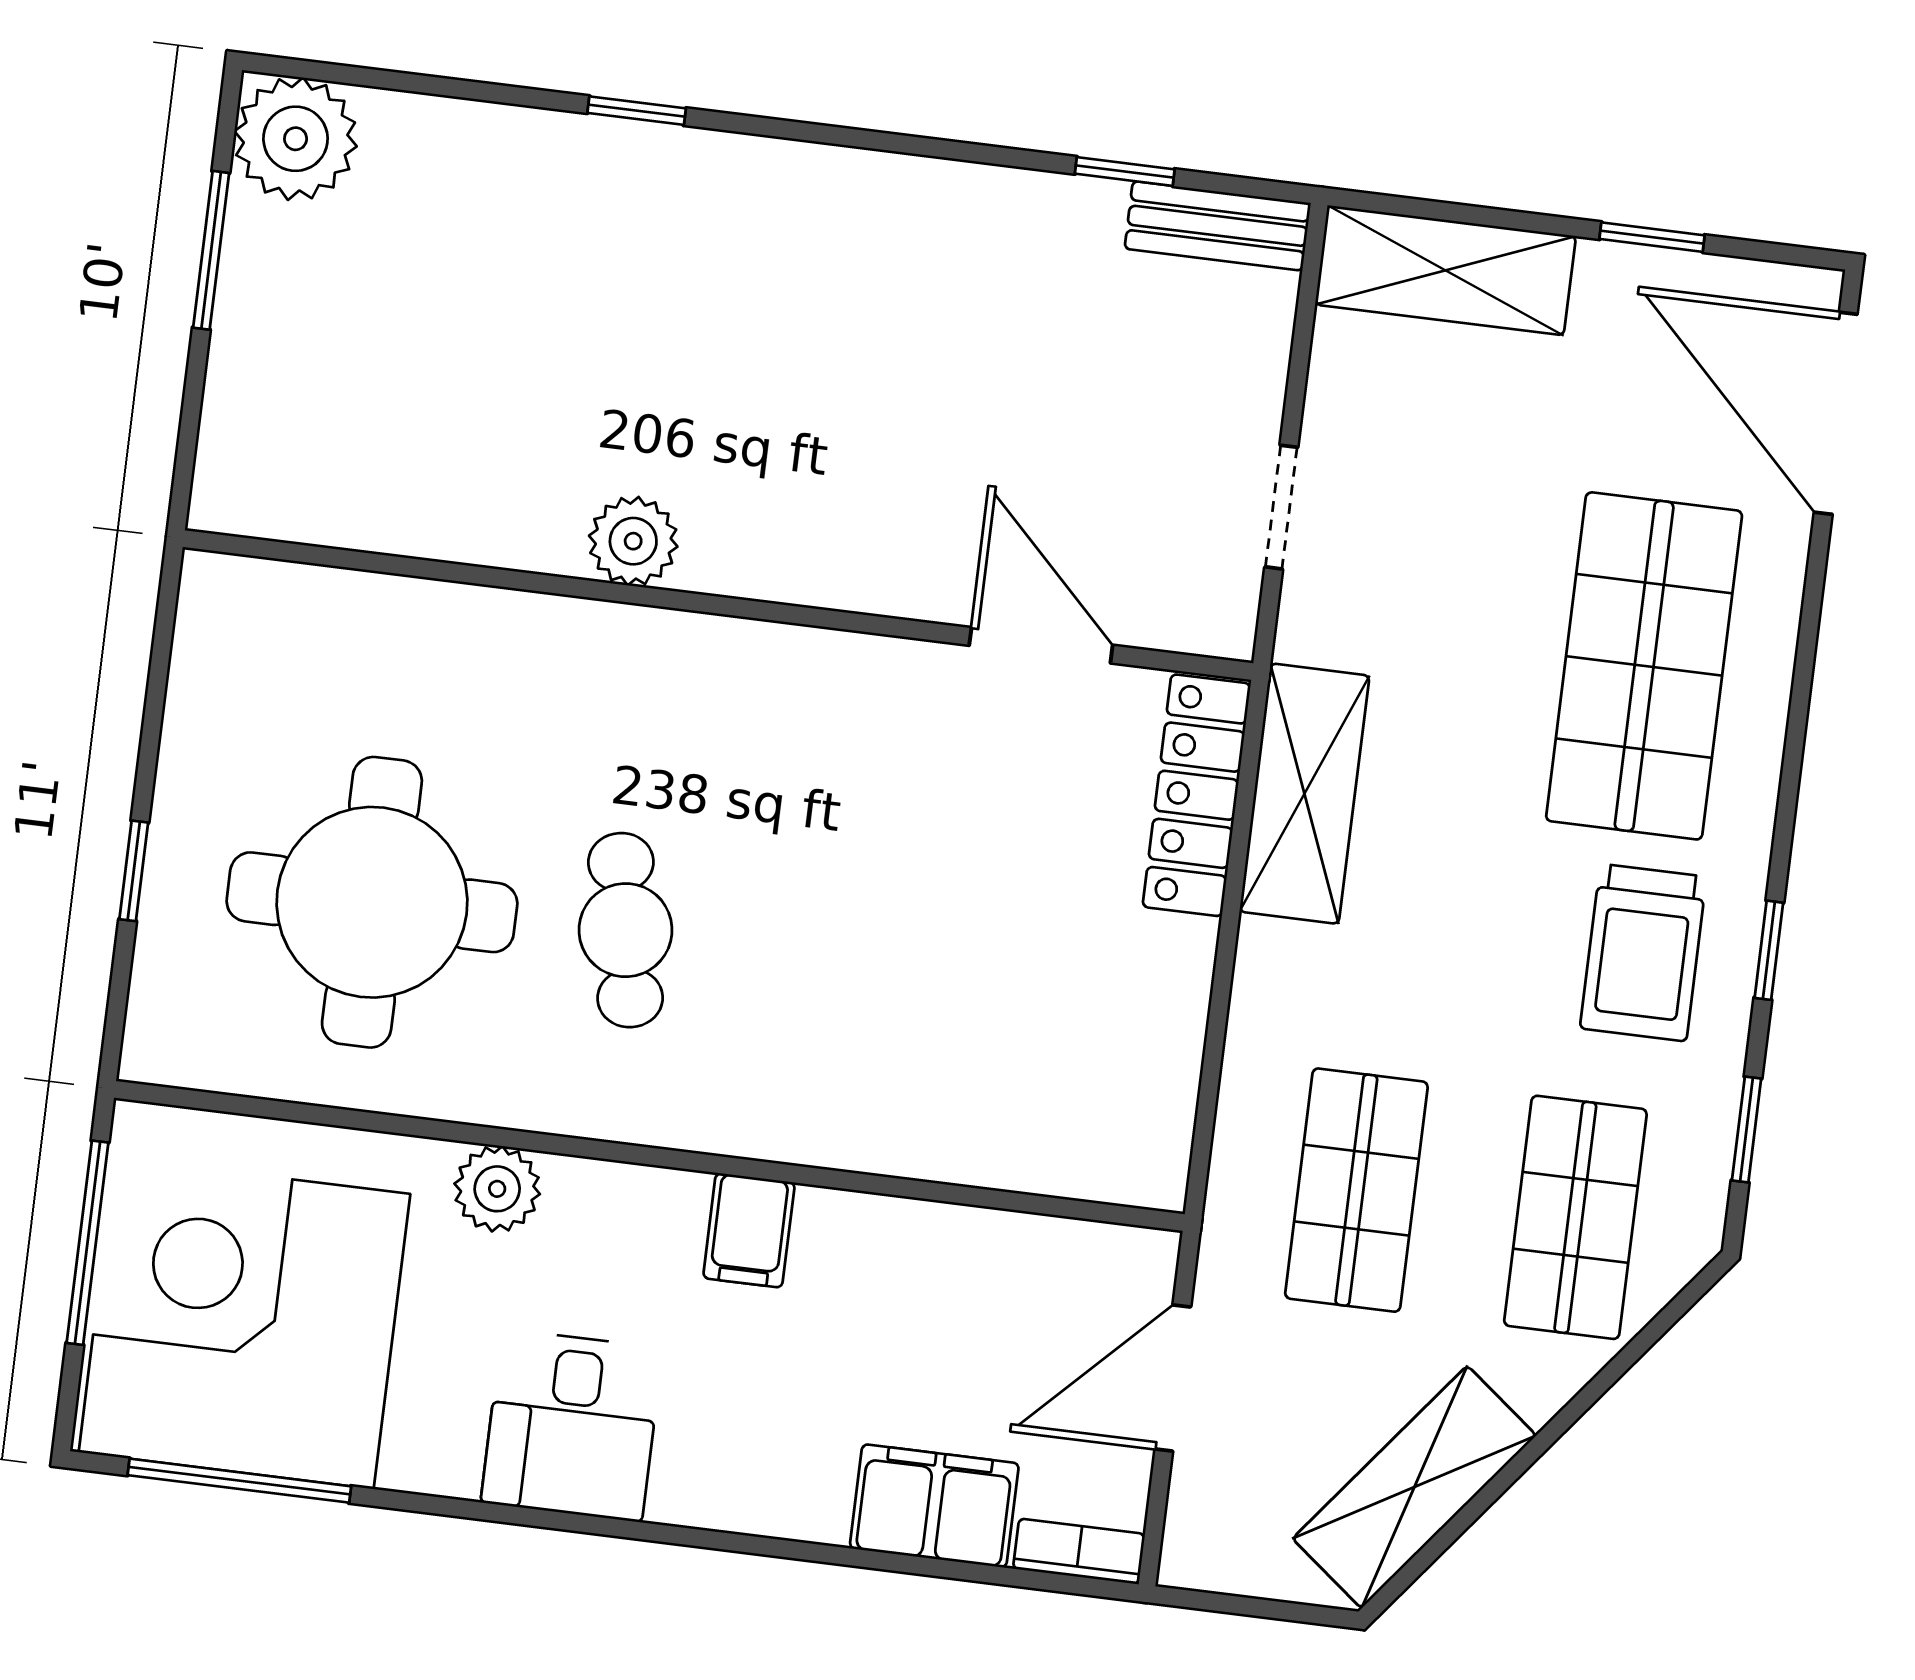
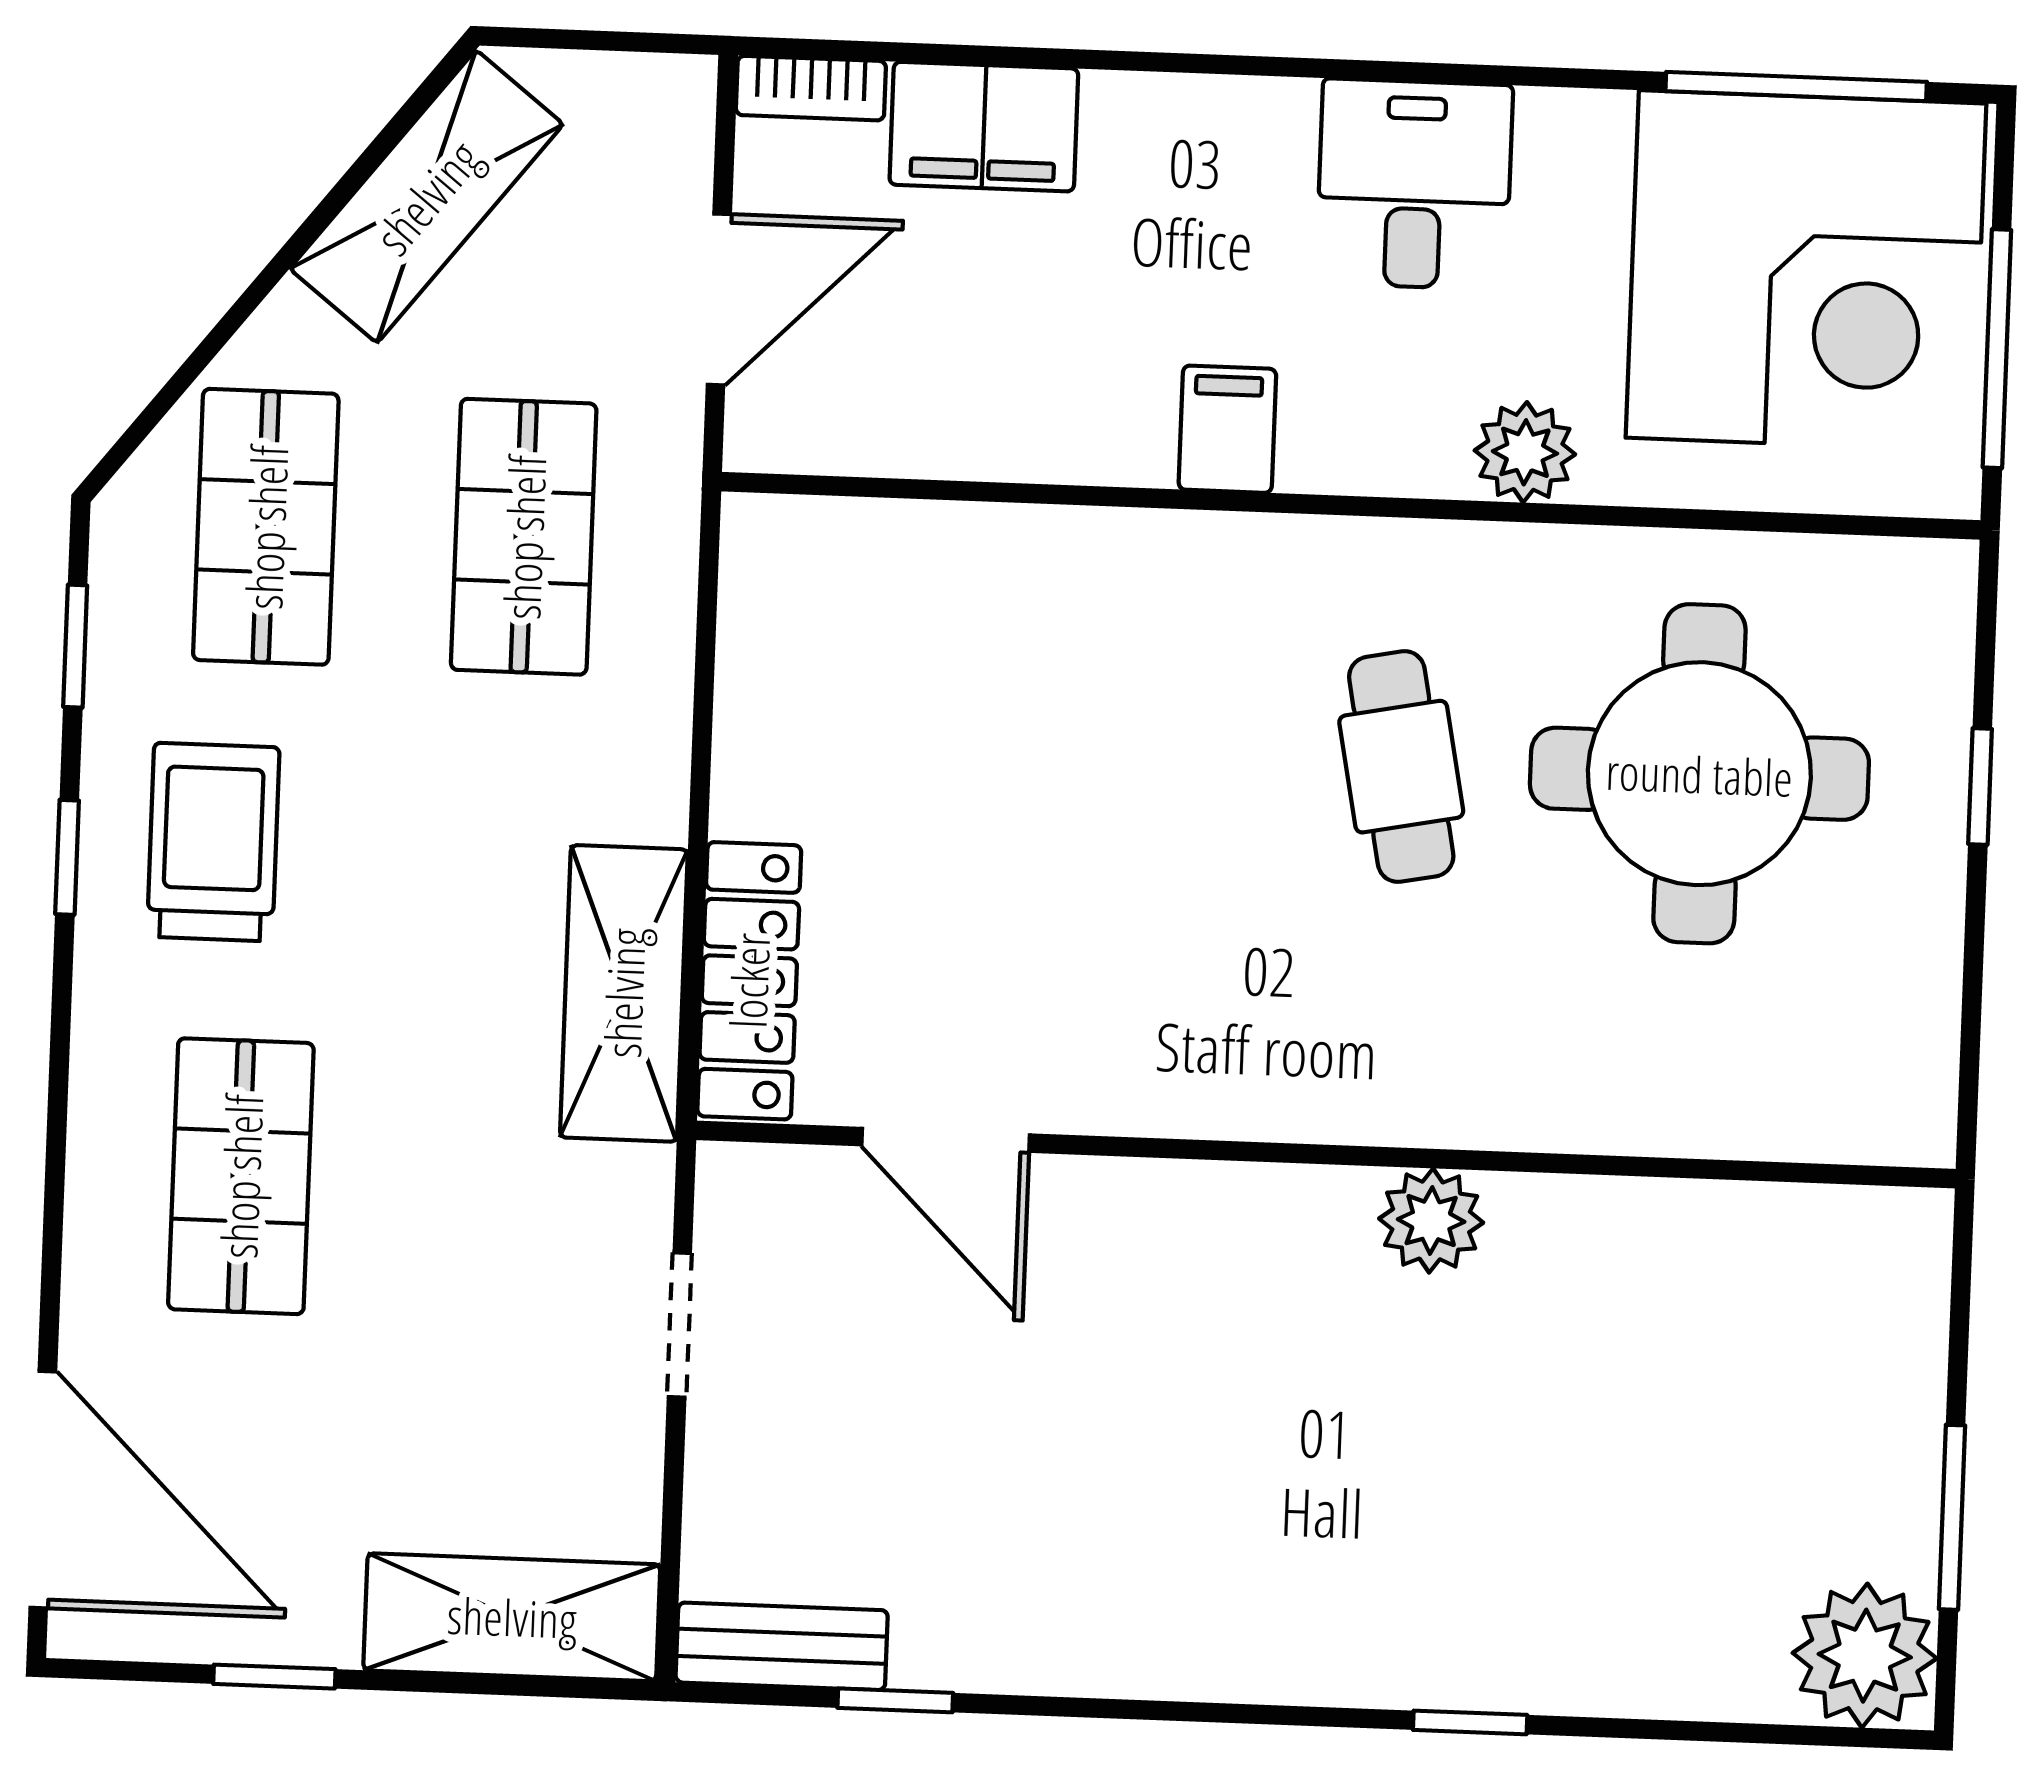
shop shelf: (1644, 666) -> (241, 1176), width x0.70, depth x0.74

